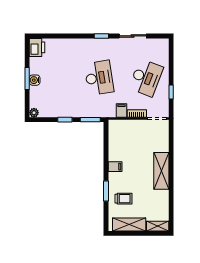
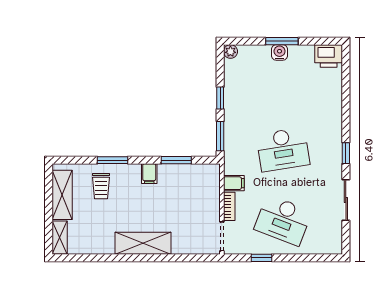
window: (106, 149) -> (176, 160), added

